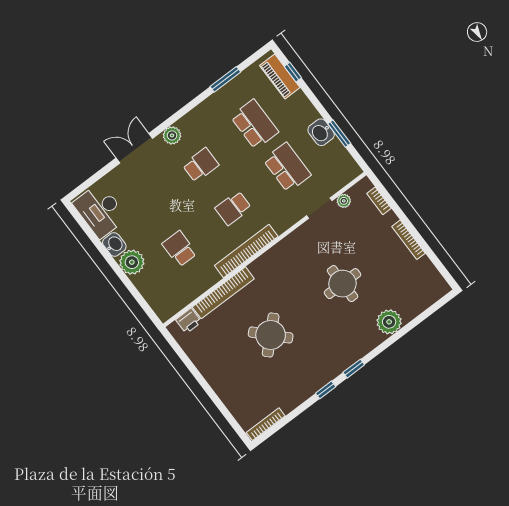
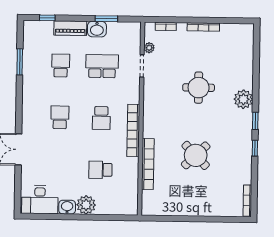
piano: (280, 76) -> (70, 28), moved
school desk: (255, 124) -> (61, 66), width x0.54
plant: (172, 135) -> (28, 121), removed
printer: (189, 321) -> (148, 198), removed
plant: (389, 322) -> (243, 99), moved

